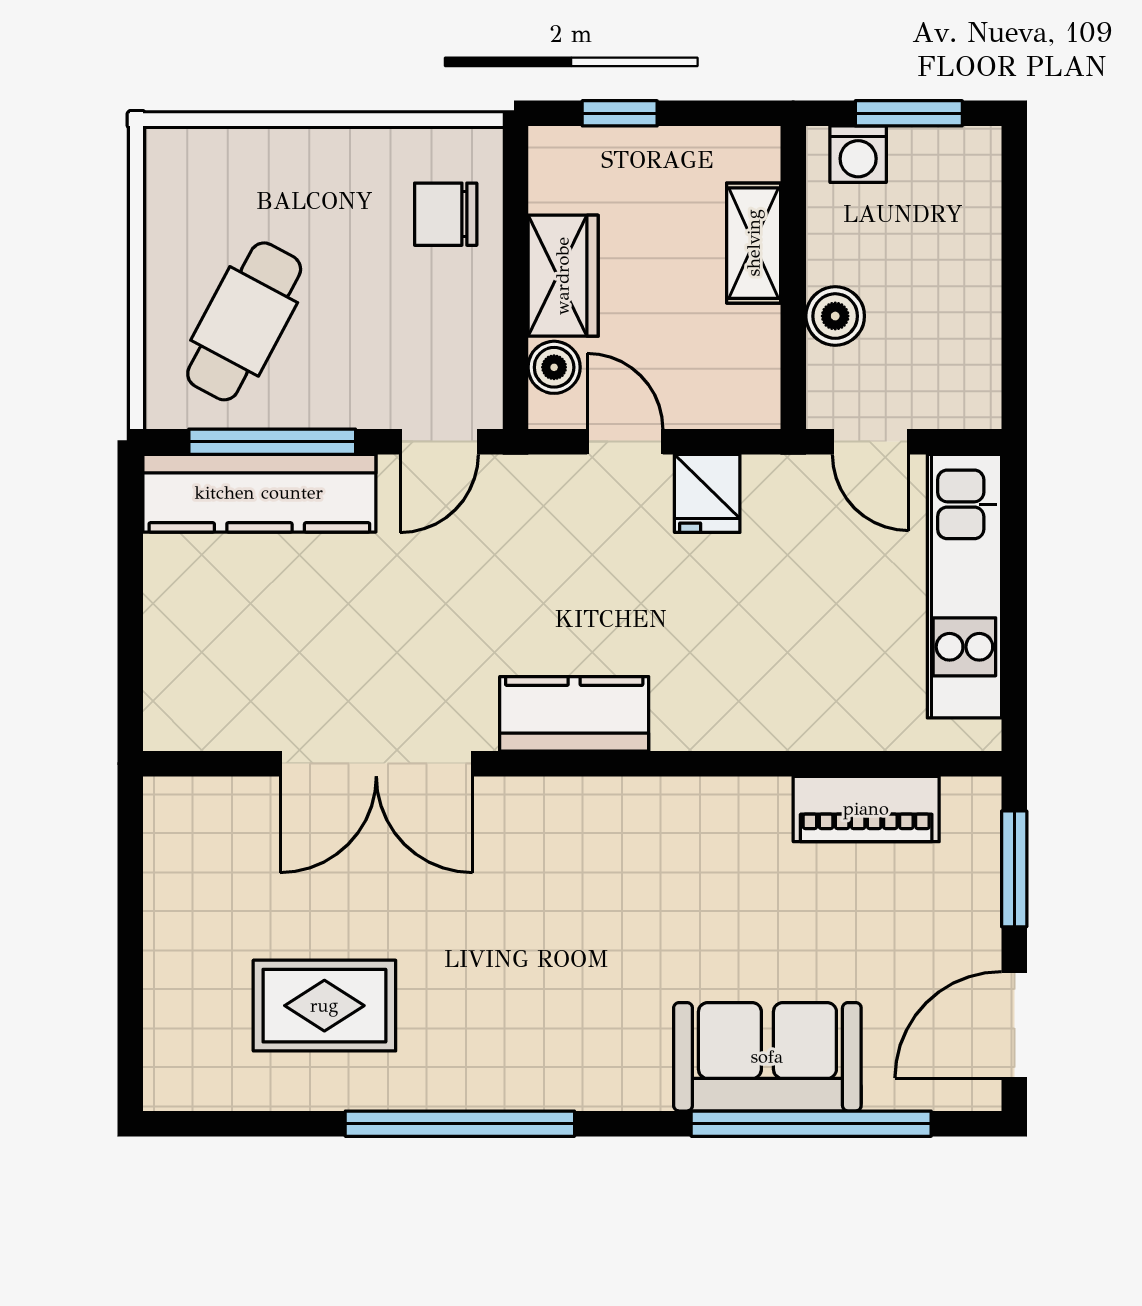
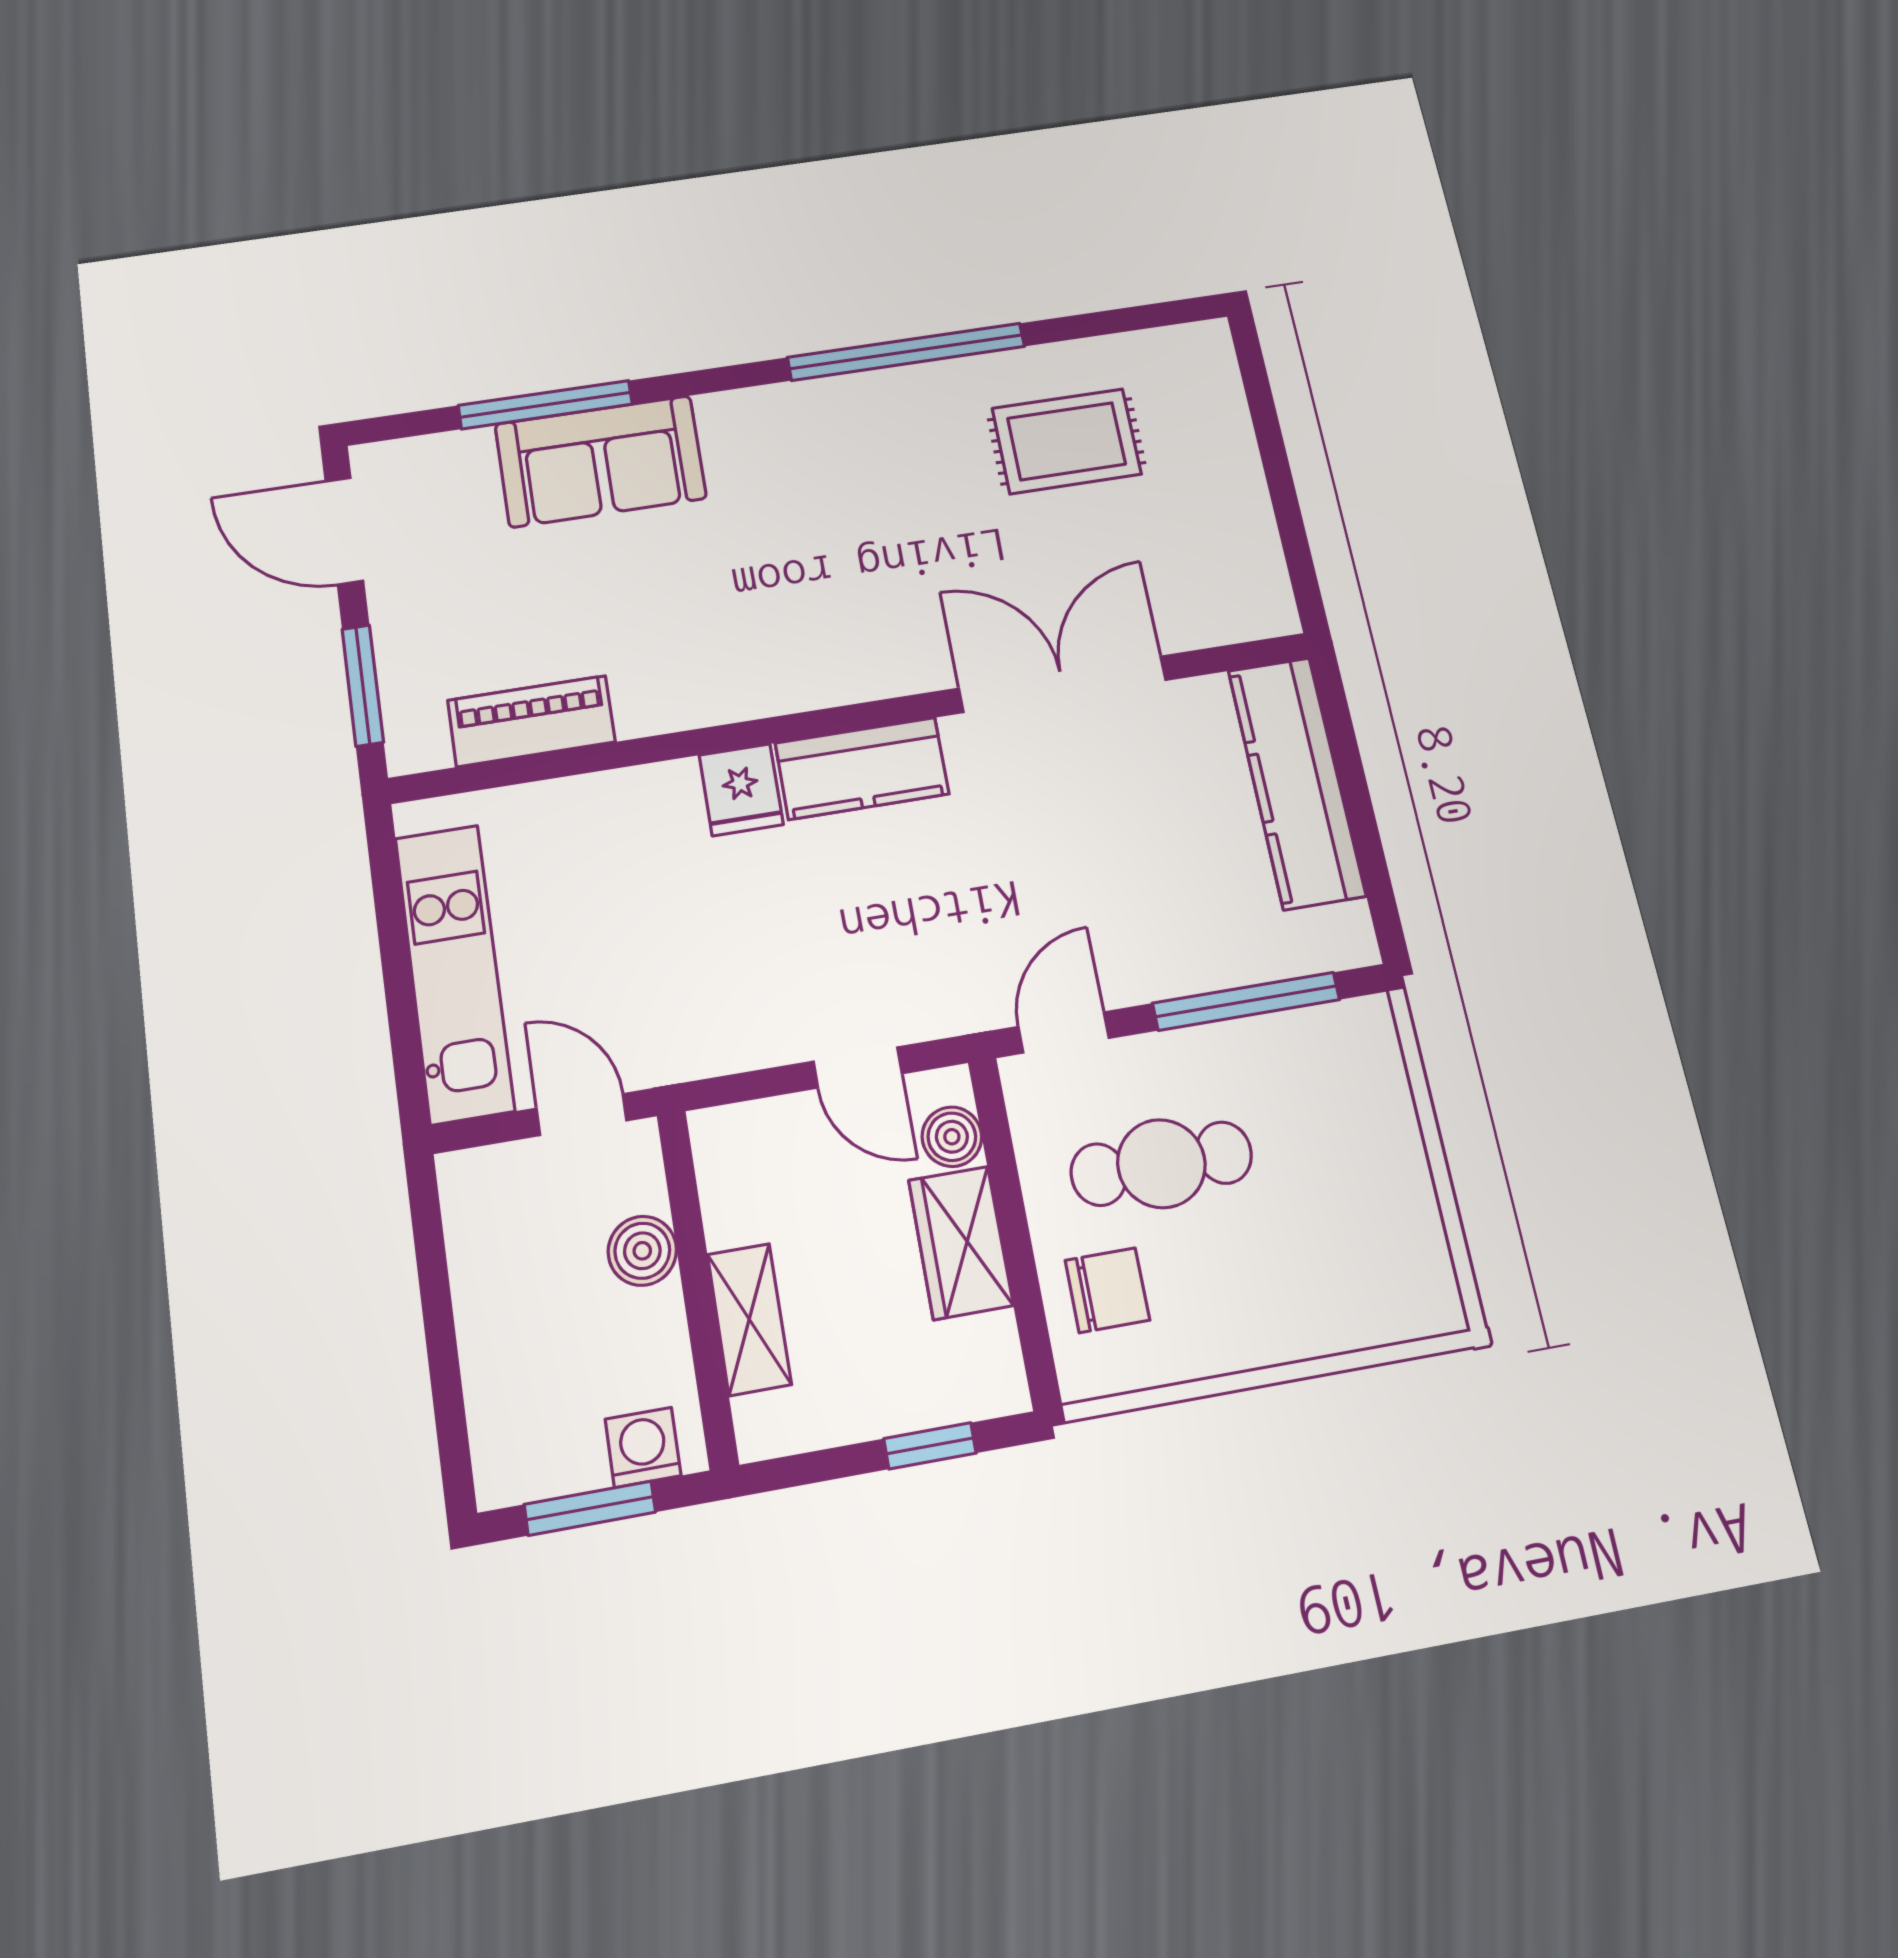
cafe table: (244, 321) -> (1161, 1164), moved, turned 62
kitchen counter: (259, 493) -> (1297, 782), moved, turned -90
fridge: (707, 493) -> (741, 790), moved, turned 180
door: (1014, 1025) -> (344, 531), swing flipped
window: (811, 1124) -> (545, 405), width x0.68

